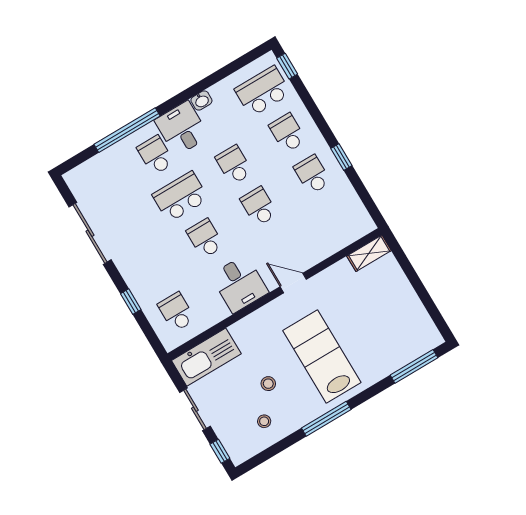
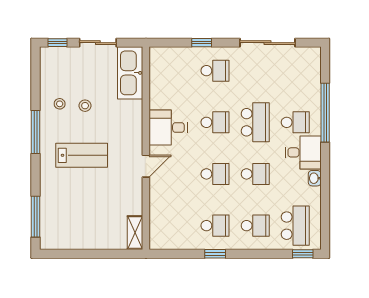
school desk: (176, 312) -> (215, 71), moved
lab bench: (322, 356) -> (82, 155), width x0.73, depth x0.72
stool: (264, 421) -> (60, 104), moved

